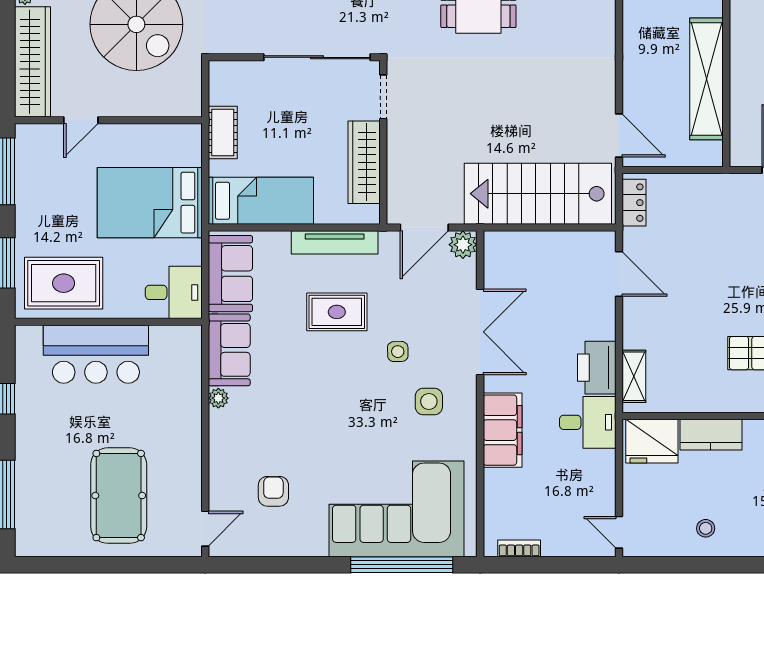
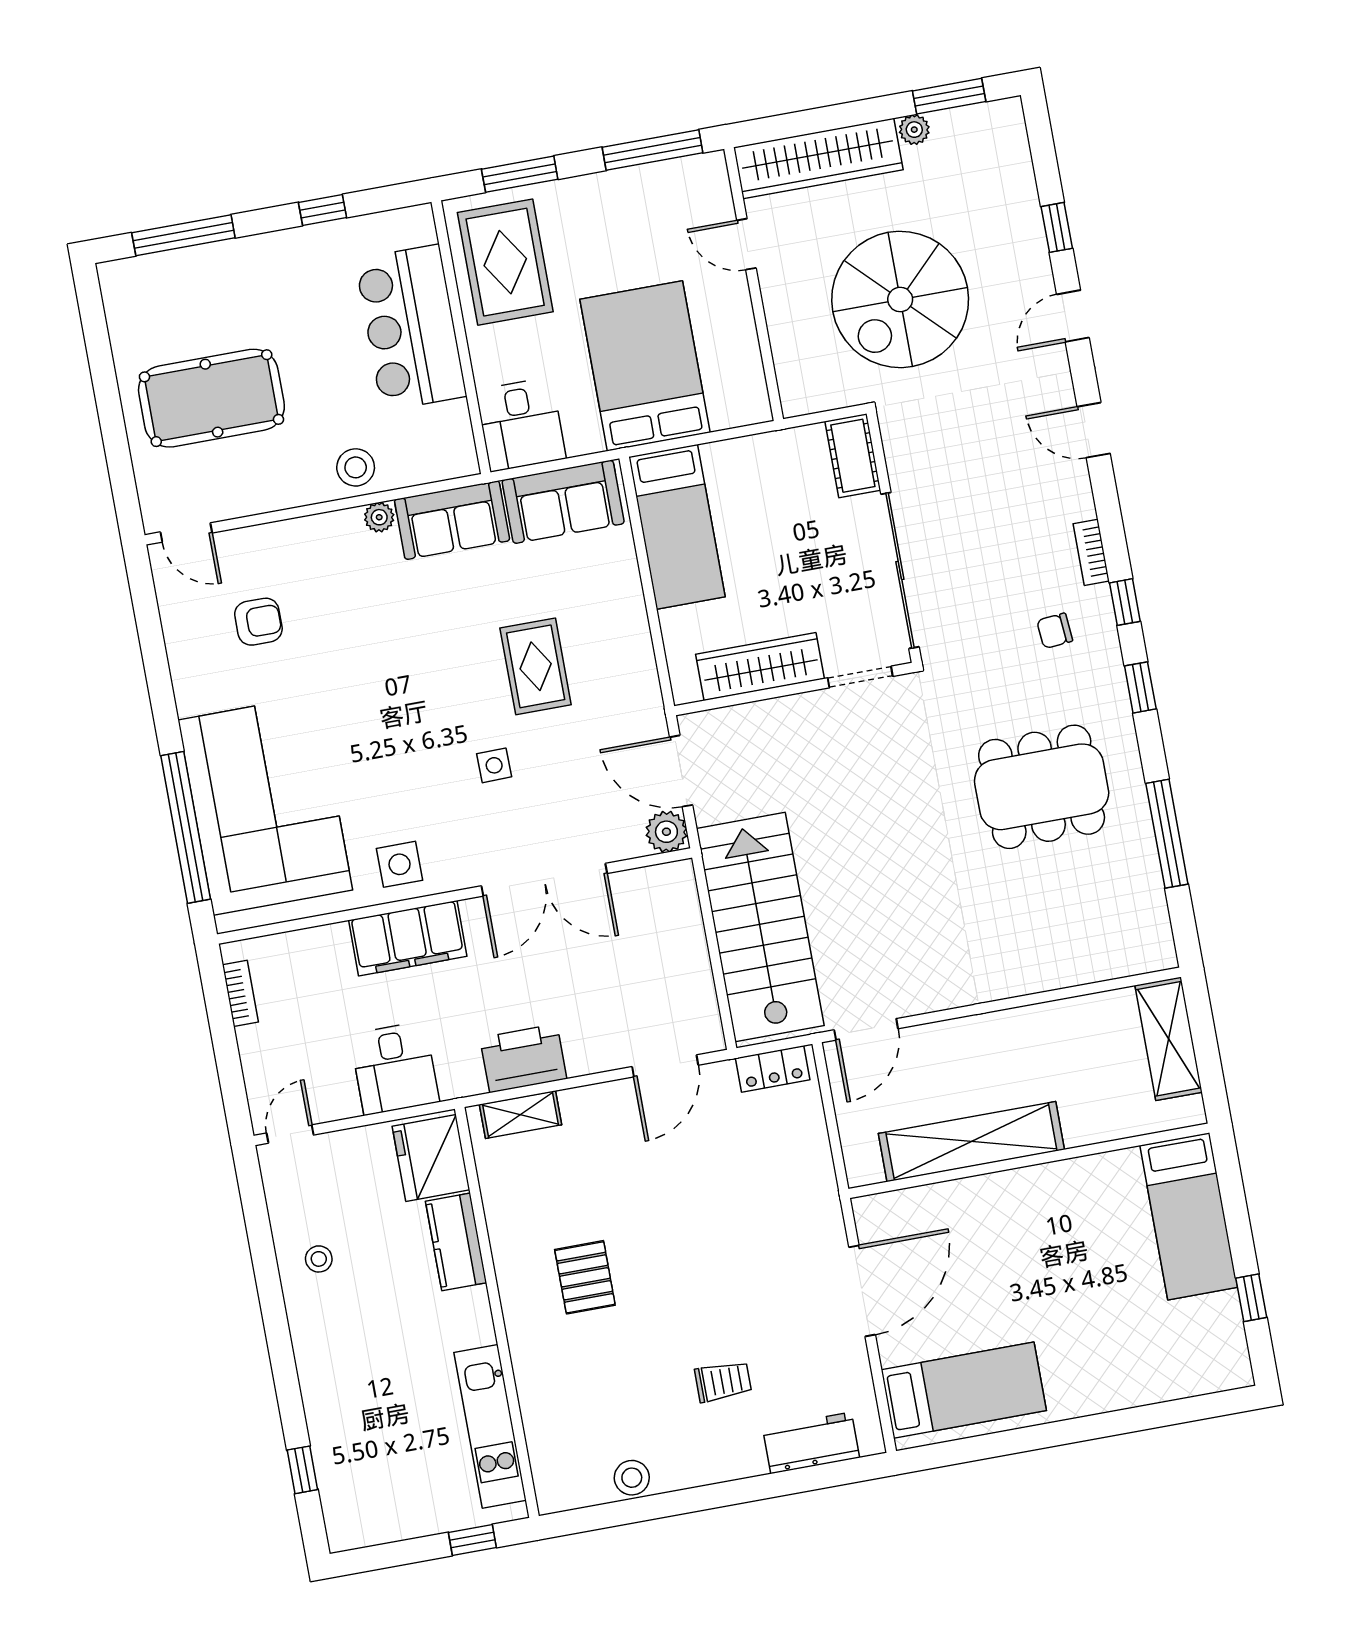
cot: (223, 132) -> (853, 456), moved, turned 90
tv unit: (335, 242) -> (636, 645), removed
side table: (429, 401) -> (400, 864), moved
stool: (182, 408) -> (356, 467), added
desk: (588, 422) -> (395, 1068), moved

